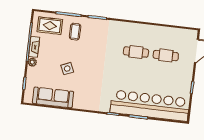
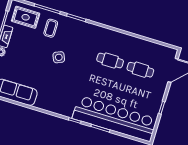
side table: (67, 69) -> (59, 57), moved

